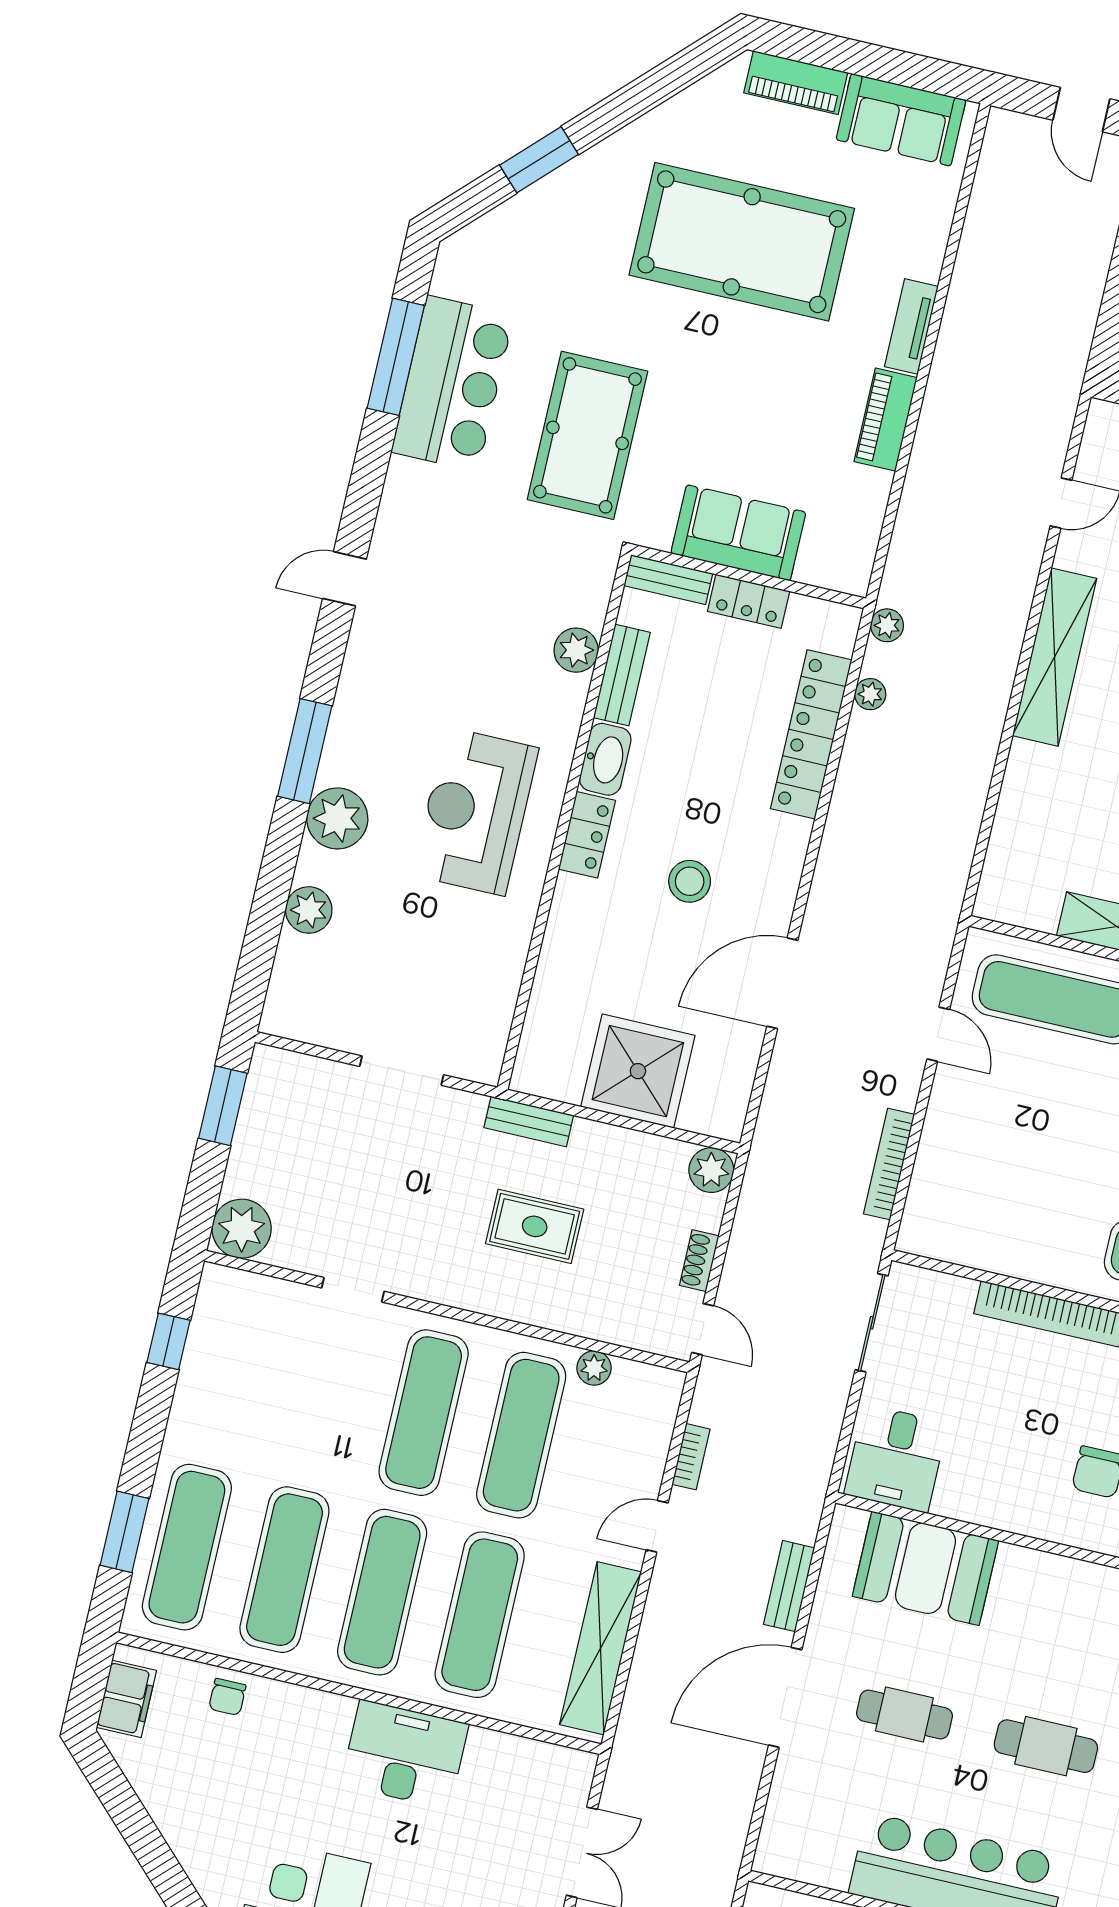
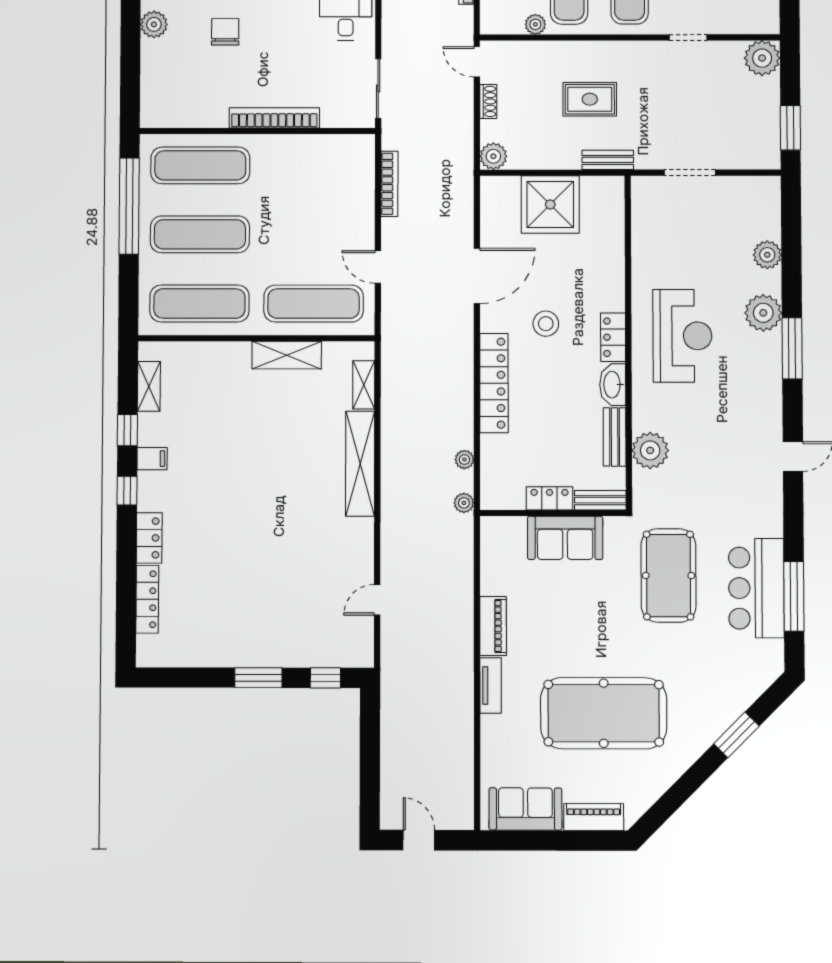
plant: (576, 650) -> (650, 450), width x1.36, depth x1.36
shelving: (1055, 657) -> (360, 464), moved
locker: (811, 734) -> (494, 383), moved
shelving: (1004, 851) -> (364, 385), added

